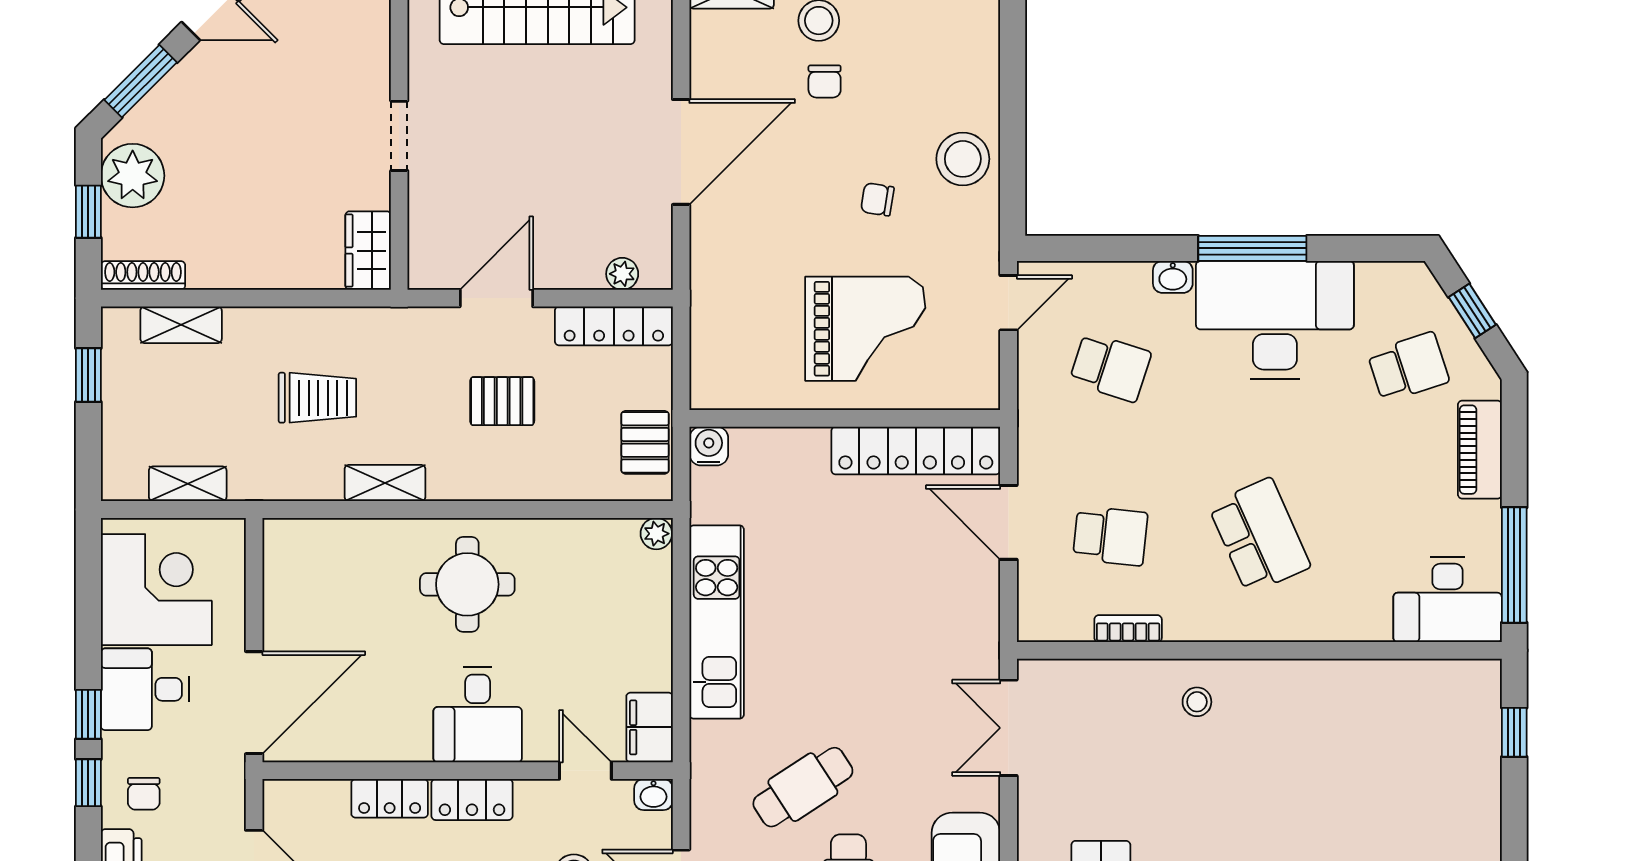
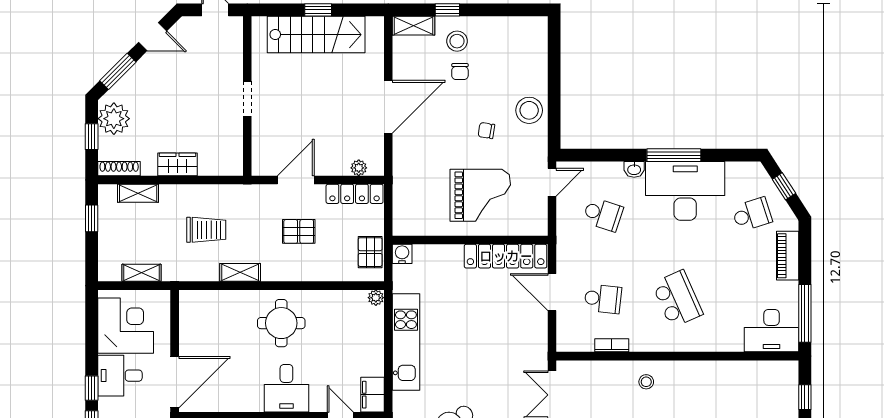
wardrobe: (368, 251) -> (178, 164), moved, turned 90

